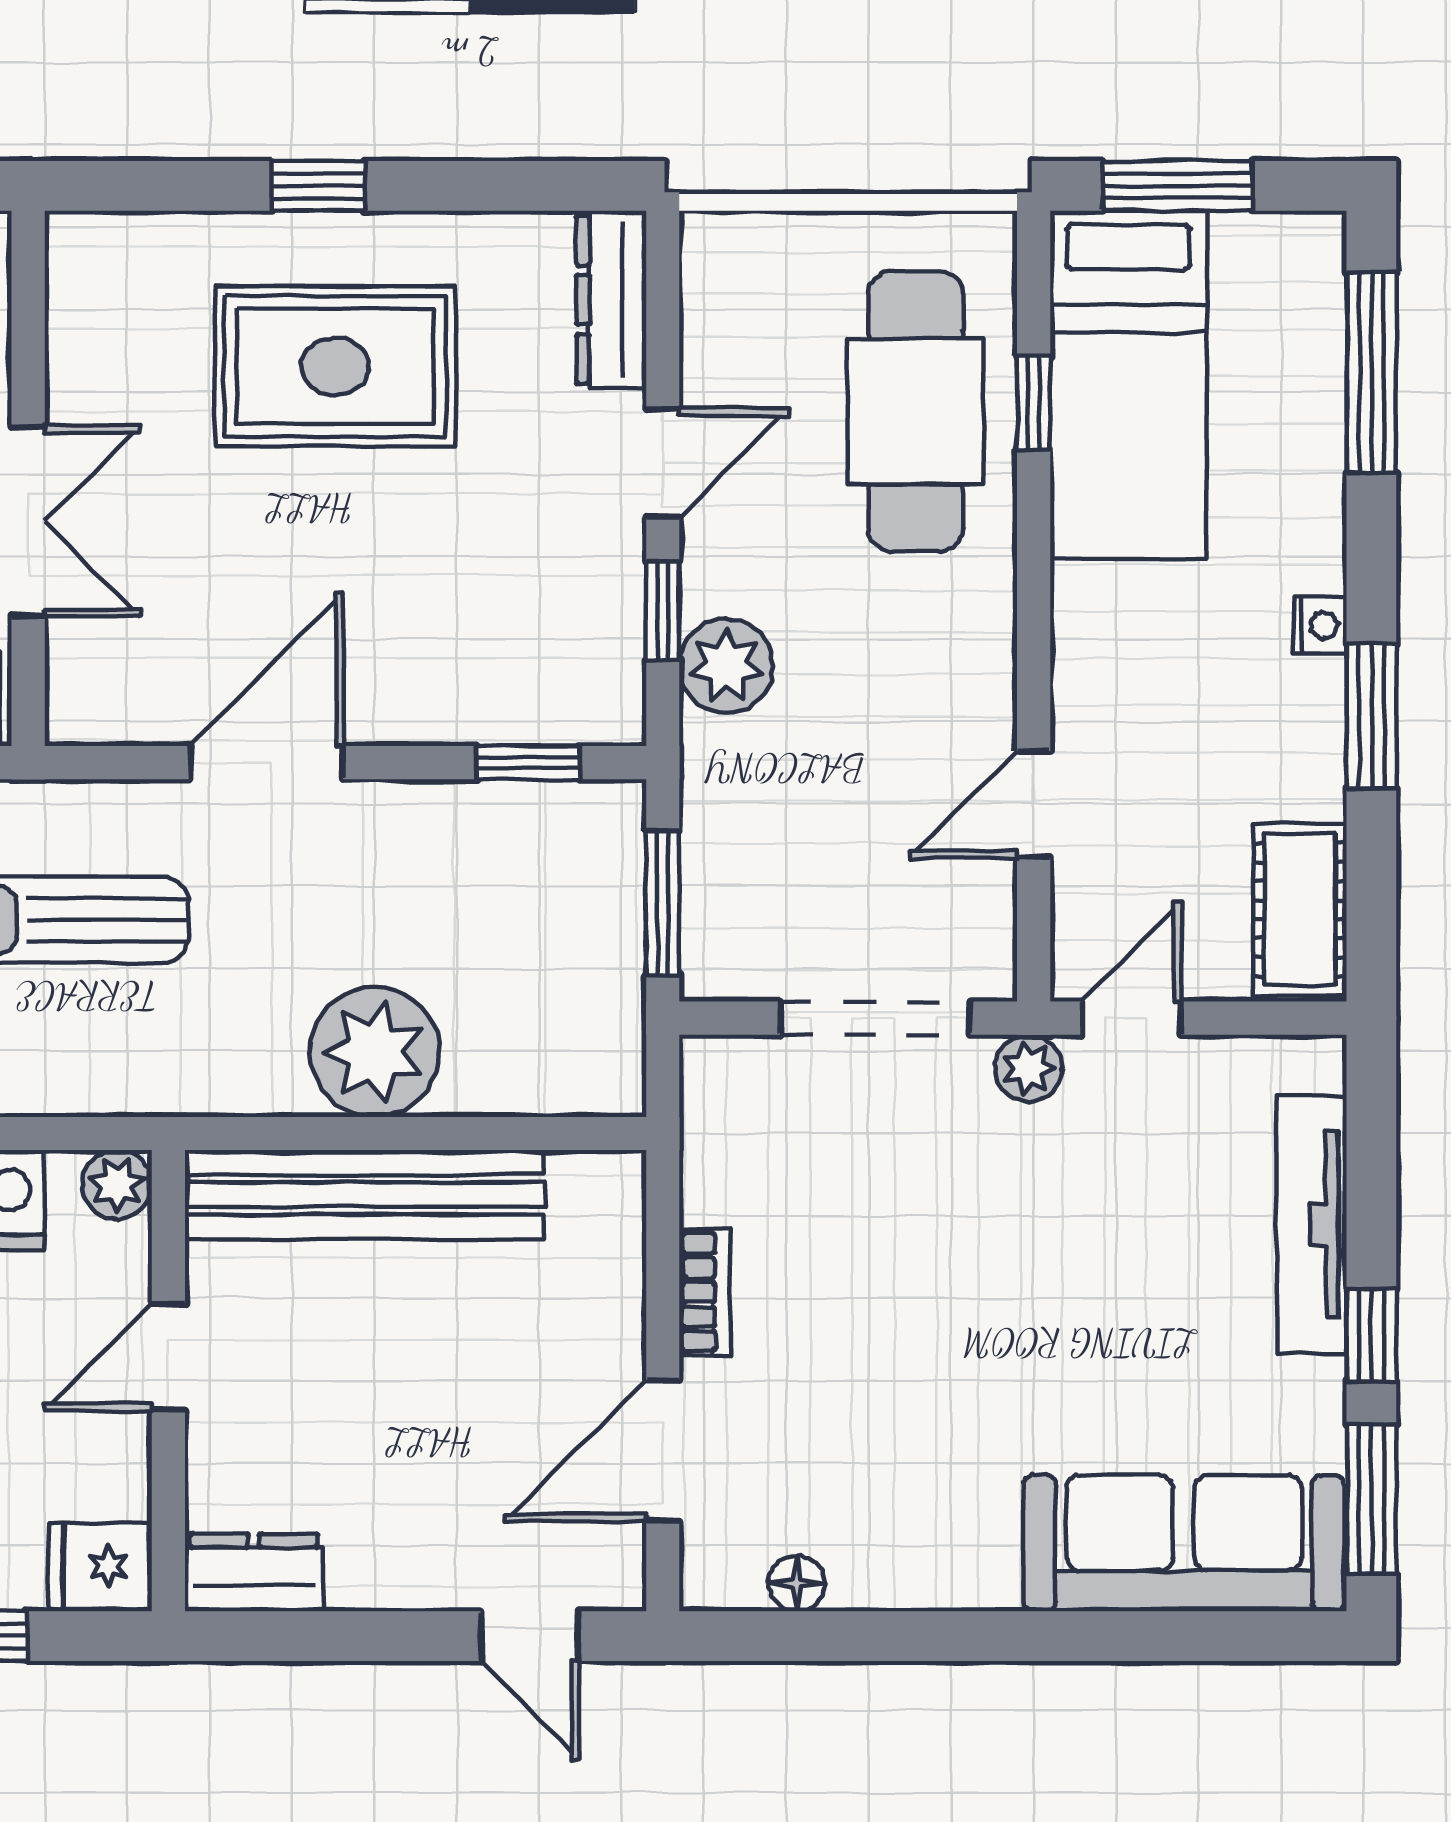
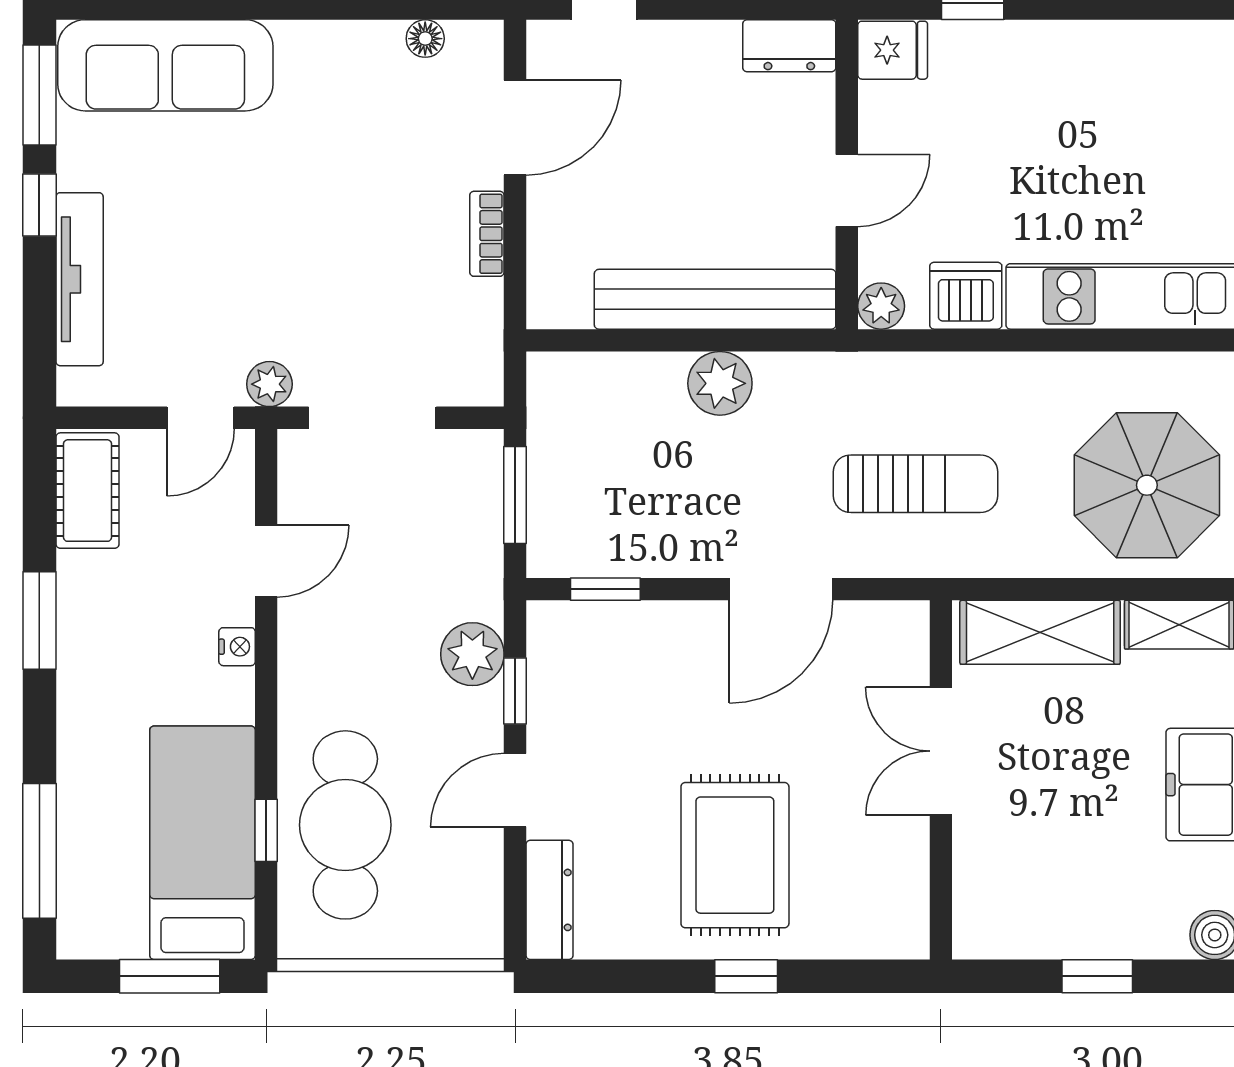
rug: (335, 366) -> (735, 855), turned 90
nightstand: (1320, 625) -> (237, 647), moved, turned 180
plant: (375, 1052) -> (720, 383), width x0.73, depth x0.73

